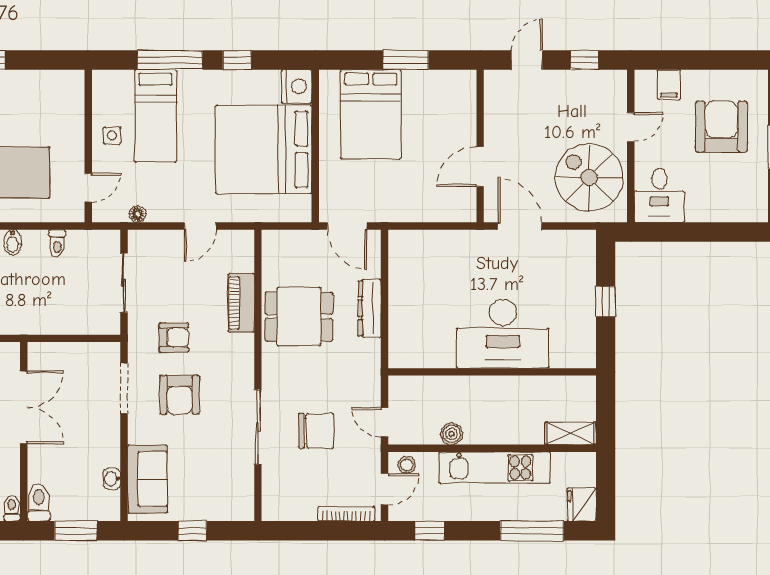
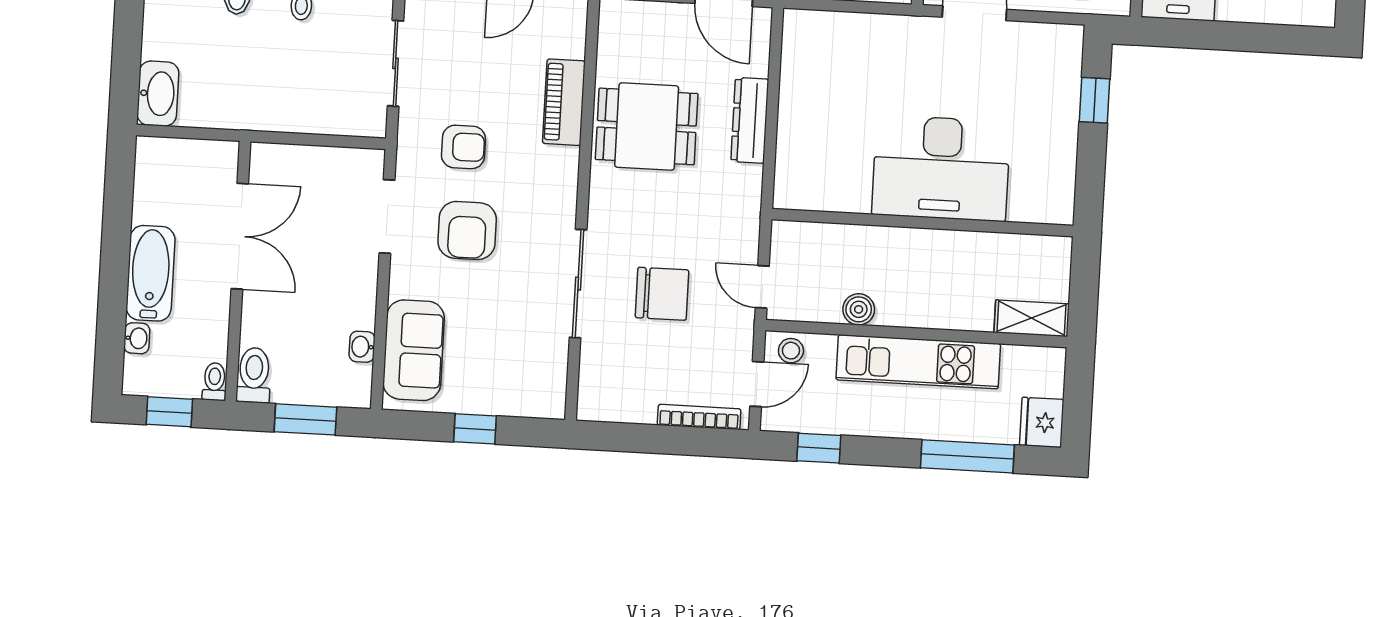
window: (606, 302) -> (1095, 100), moved

